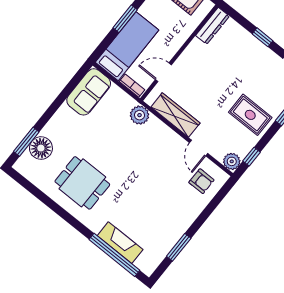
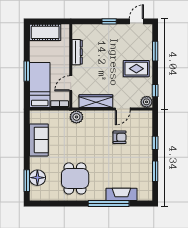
dresser: (213, 26) -> (77, 52), moved
sofa: (89, 92) -> (39, 140), moved
door: (199, 148) -> (123, 109), hinge flipped
armchair: (201, 181) -> (120, 137), moved
dining table: (82, 183) -> (75, 178), turned 90
window: (204, 215) -> (155, 143), added
window: (114, 255) -> (109, 204), moved

